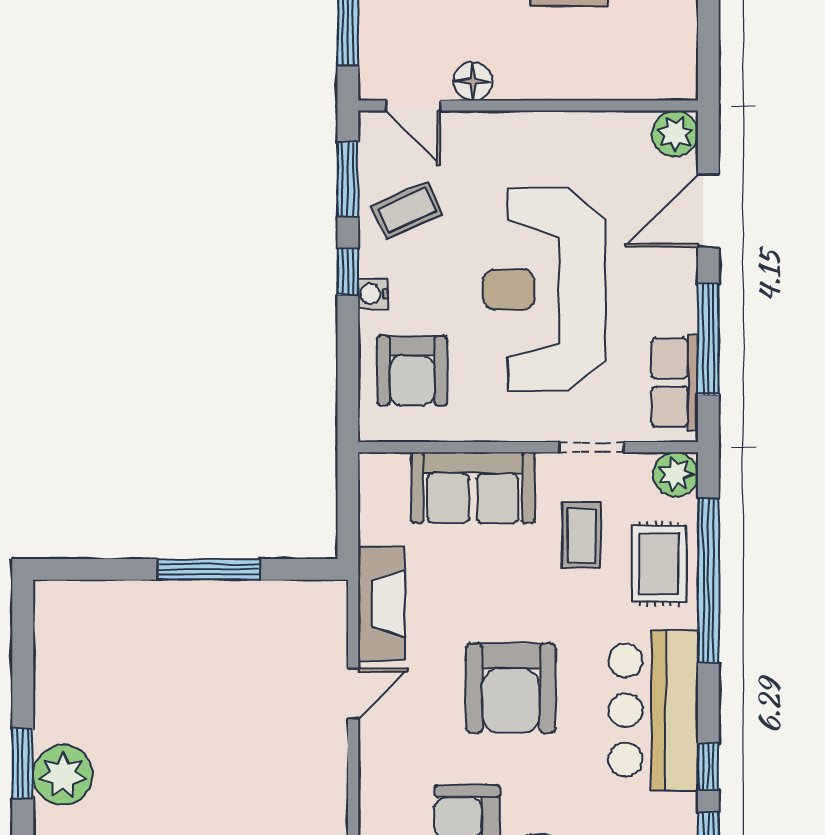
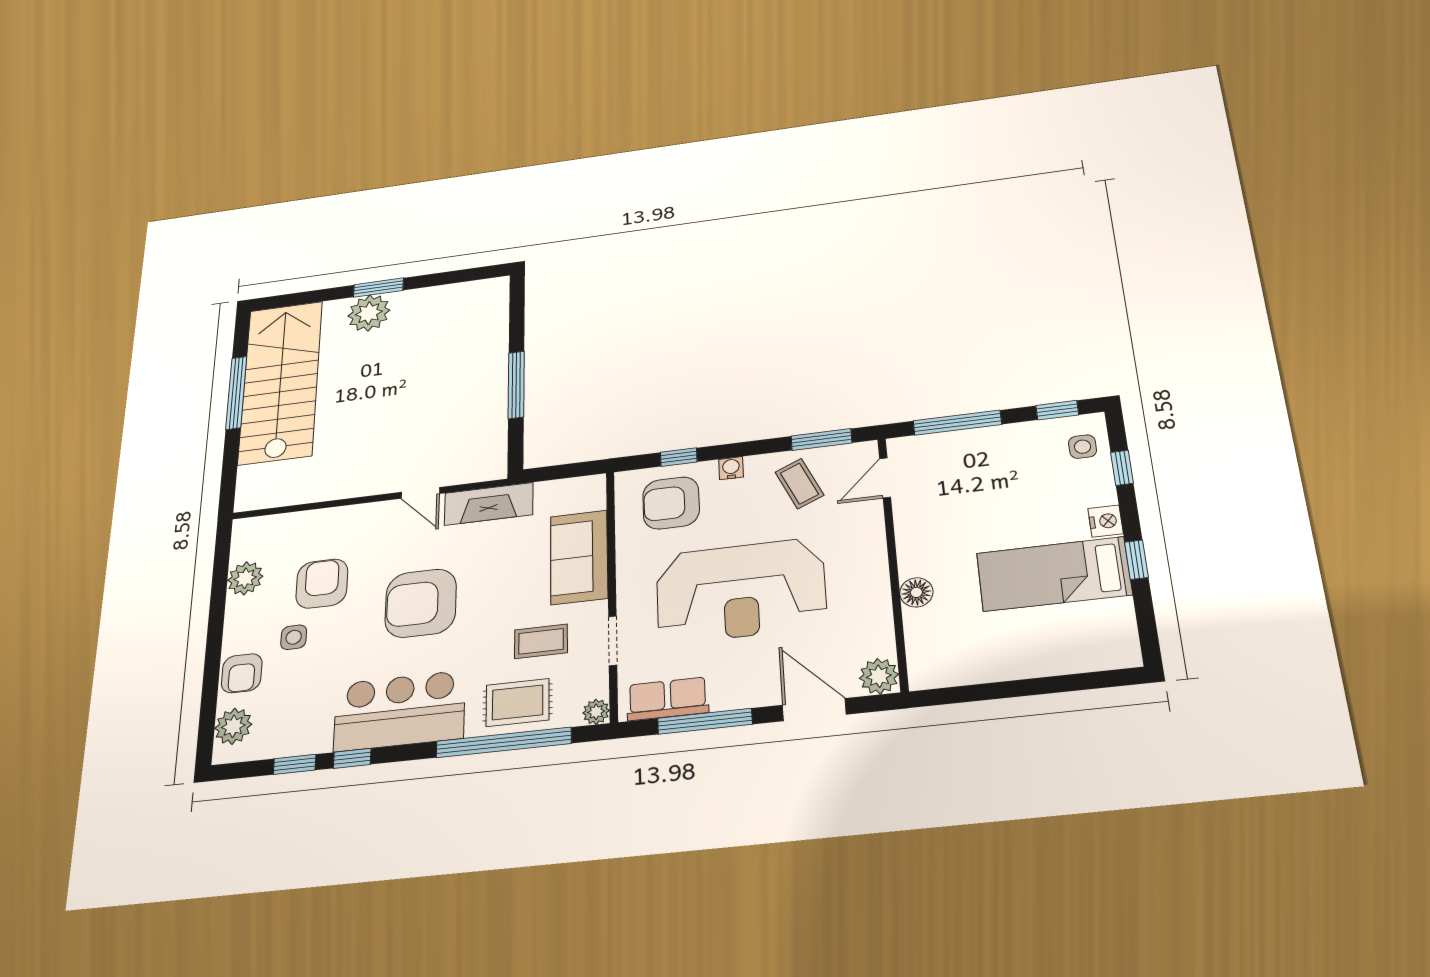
floor lamp: (473, 81) -> (916, 592), moved
window: (348, 272) -> (679, 457), moved
reception desk: (544, 290) -> (741, 591), turned 180
plant: (676, 474) -> (596, 712), width x0.73, depth x0.73

